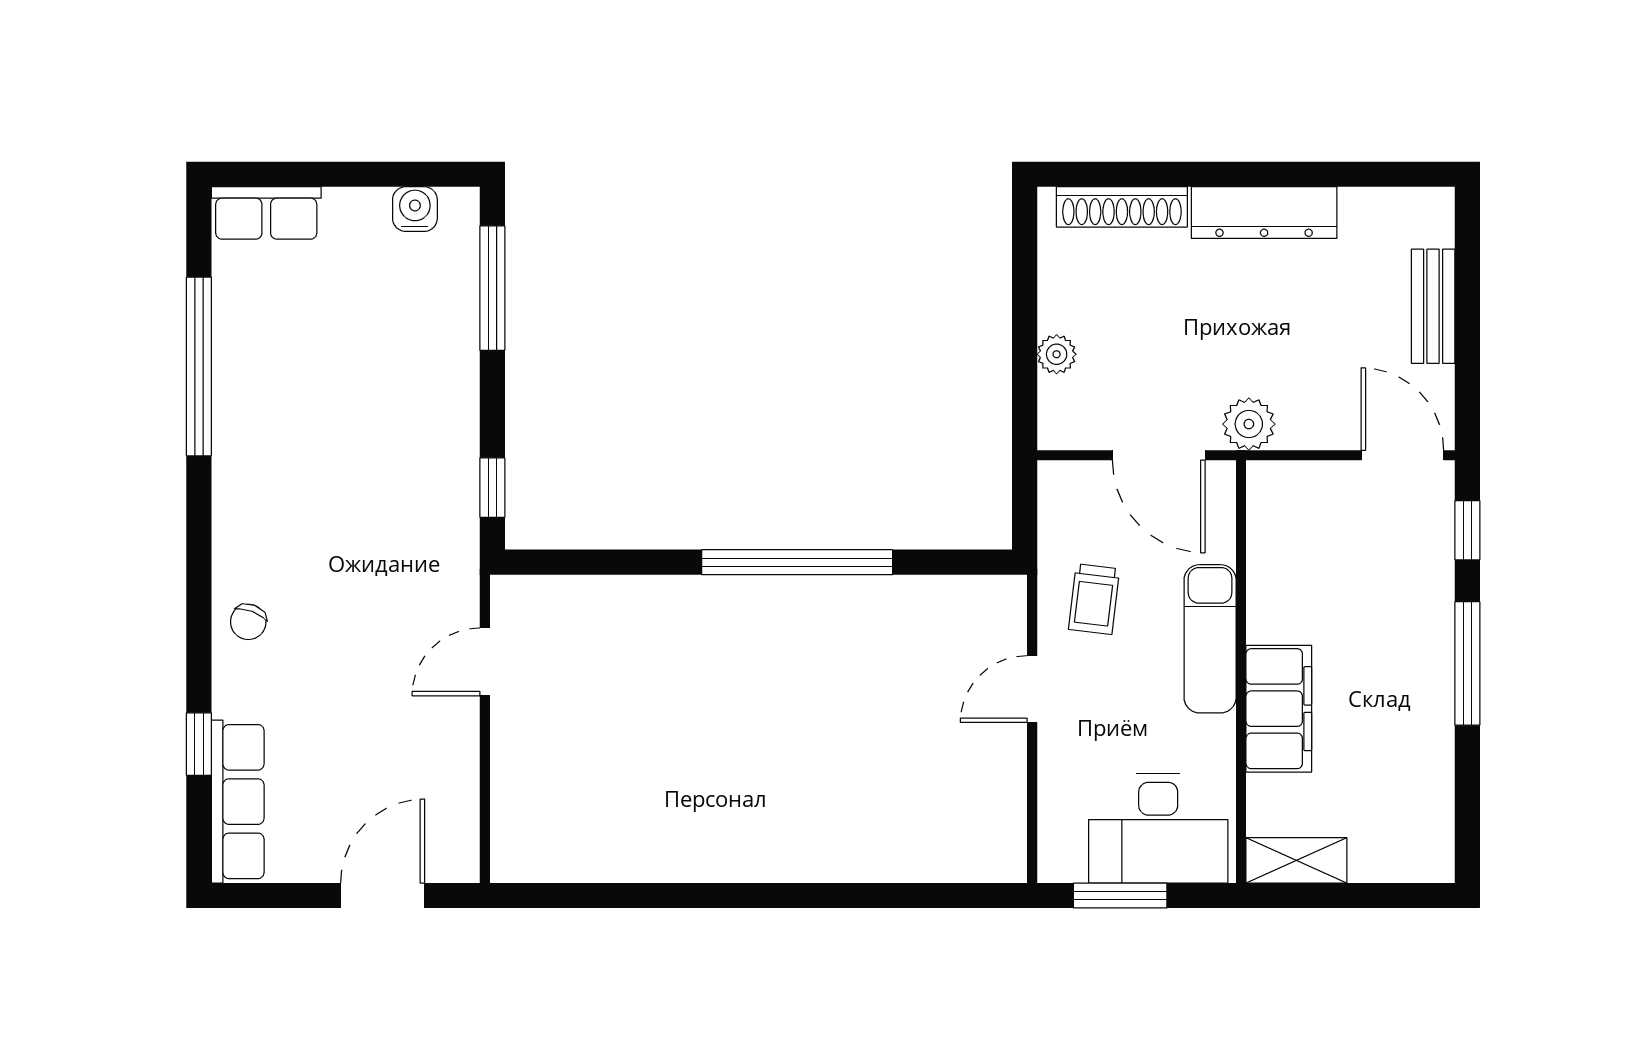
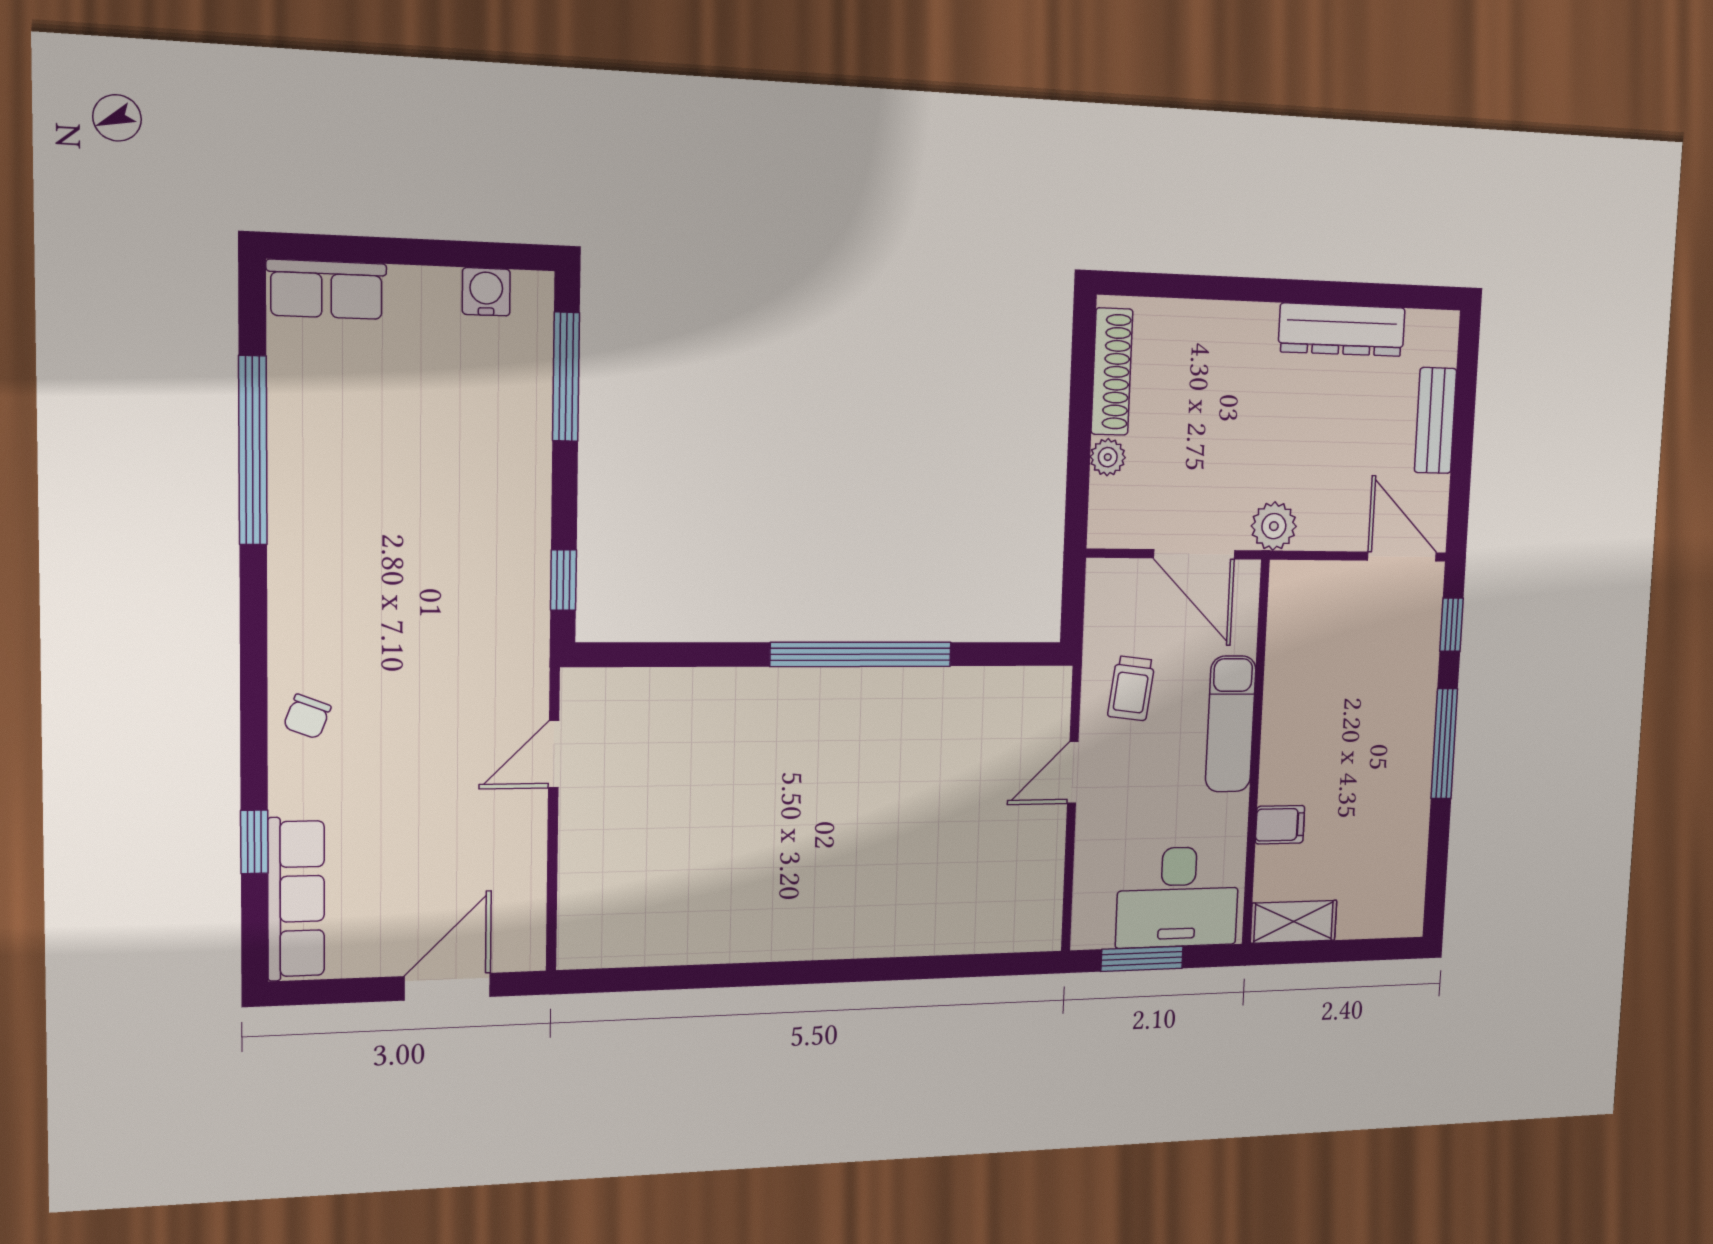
shoe rack: (1122, 207) -> (1112, 372), moved, turned -90
dresser: (1264, 213) -> (1342, 330), moved
filing cabinet: (1279, 709) -> (1280, 825), width x0.33, depth x0.86

